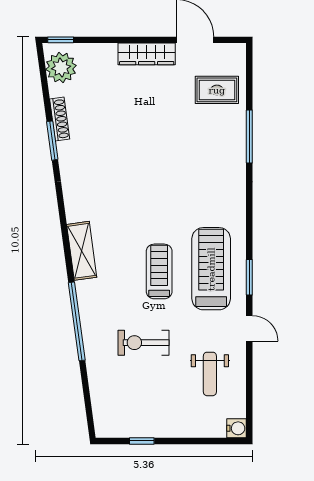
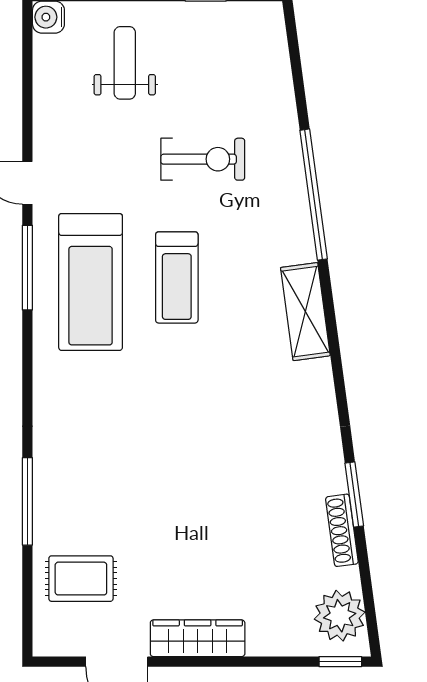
window: (249, 277) -> (27, 268), width x1.44
weight bench: (210, 374) -> (125, 63), moved

